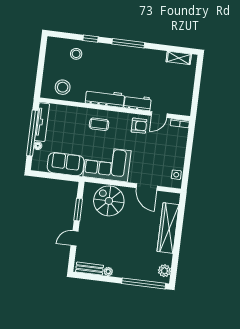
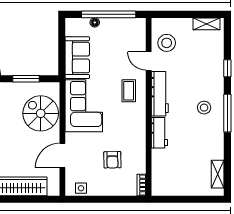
shelving: (51, 52) -> (206, 24), added
stool: (76, 54) -> (204, 108), moved
door: (159, 115) -> (149, 61), moved
tv unit: (42, 122) -> (123, 24), removed
armchair: (139, 126) -> (112, 160), moved
spiral stairs: (109, 201) -> (41, 113), turned -90

